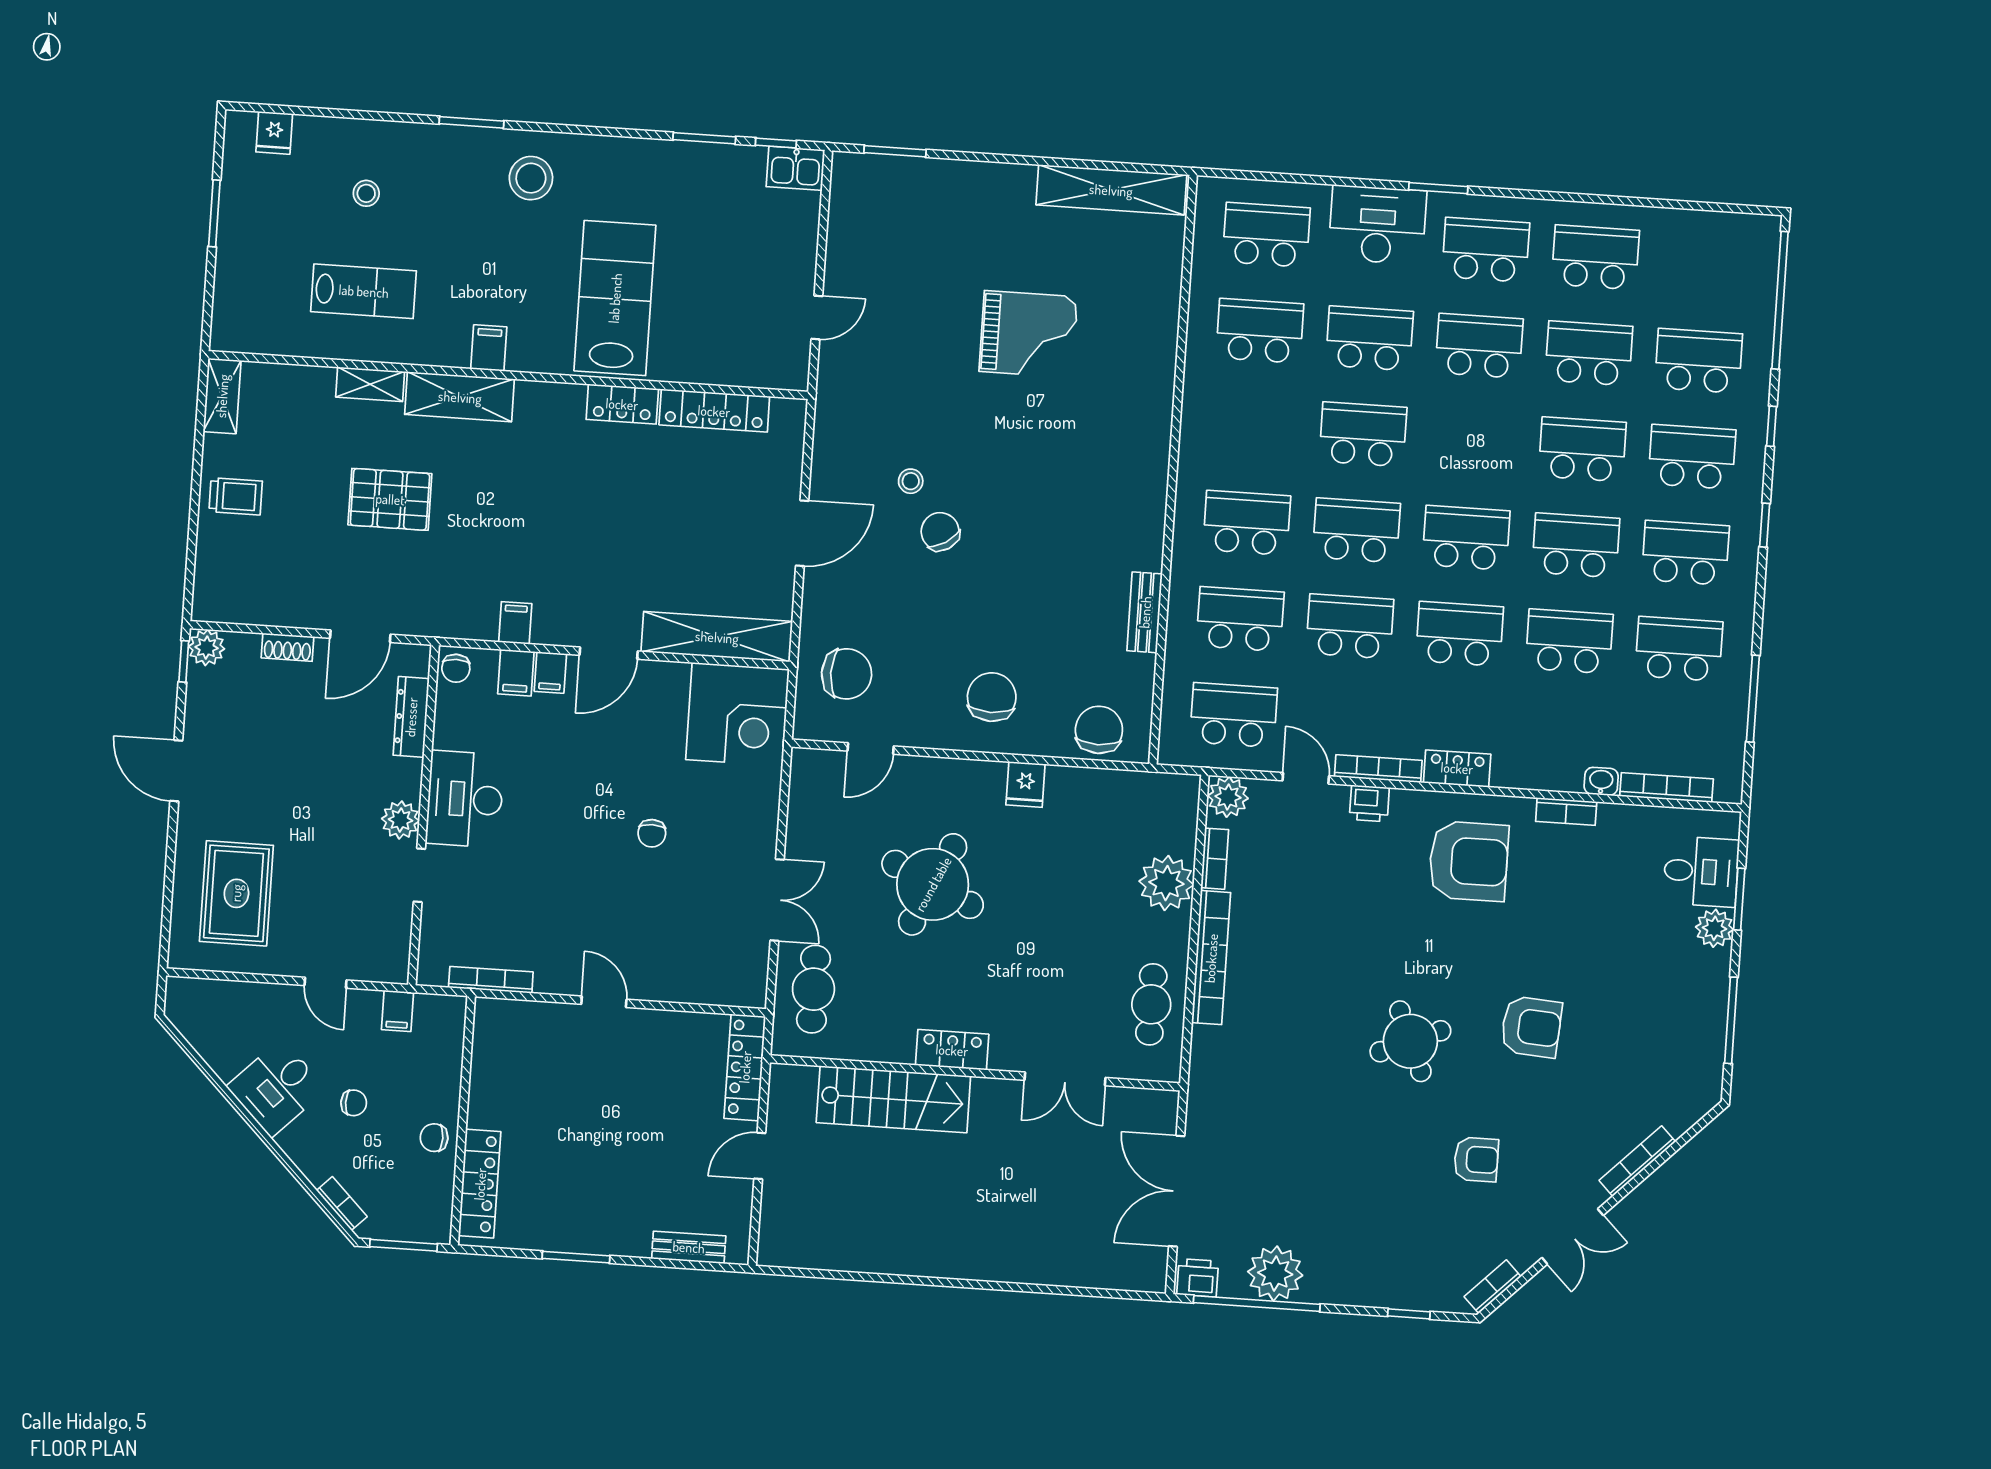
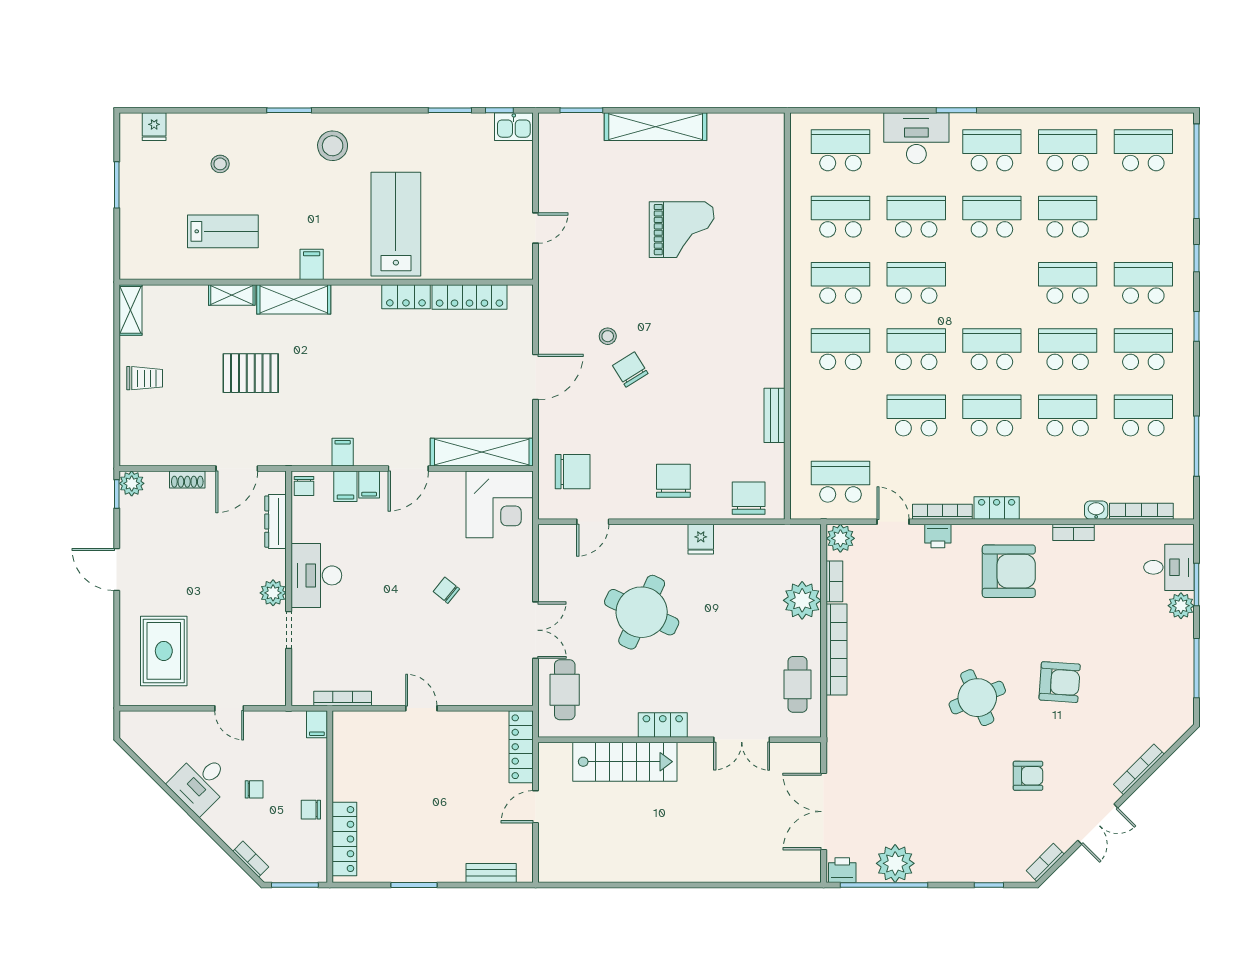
shelving: (1111, 190) -> (656, 127), moved
school desk: (1699, 361) -> (1143, 150), moved
school desk: (1240, 619) -> (841, 283), moved
chair: (652, 833) -> (446, 590), turned 129
filing cabinet: (397, 1011) -> (317, 724), moved

